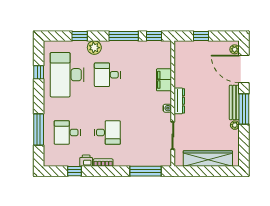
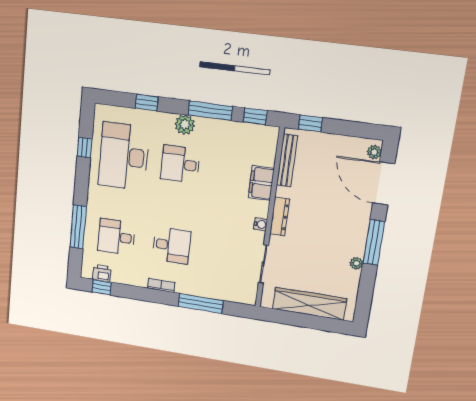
window: (201, 36) -> (310, 123), moved
plant: (94, 48) -> (185, 125), moved
bench: (234, 102) -> (287, 161), moved
printer: (86, 161) -> (102, 273), moved
window: (75, 171) -> (102, 287), moved
window: (146, 171) -> (201, 303), moved

